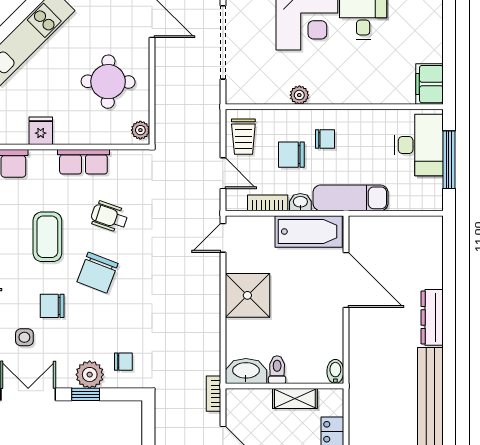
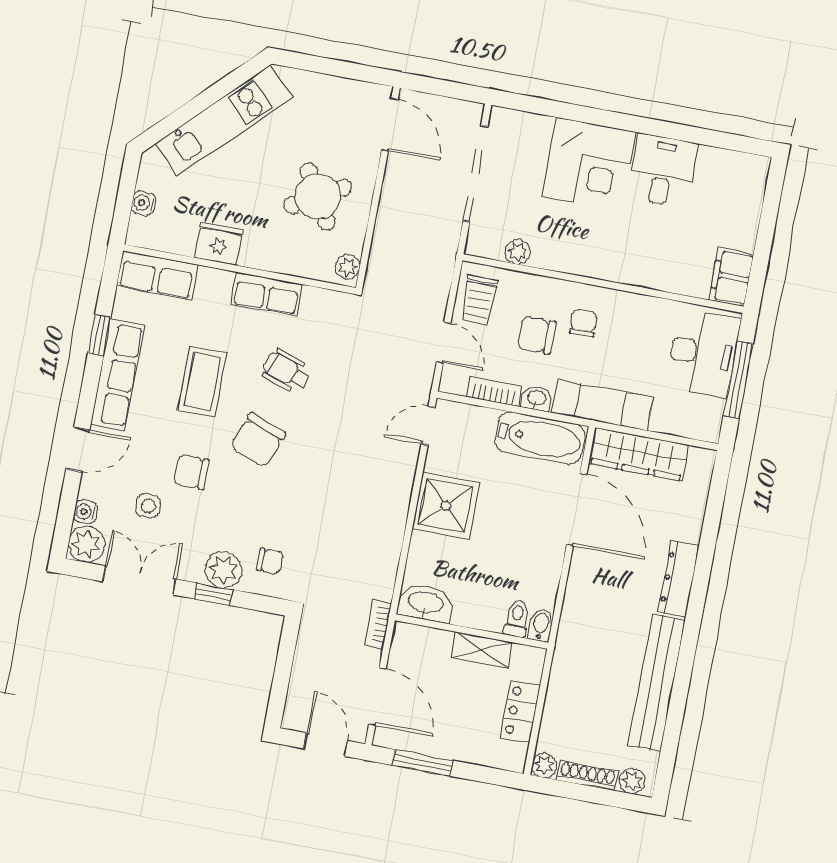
round table: (108, 82) -> (318, 197), turned -31
plant: (299, 95) -> (518, 252), moved
fridge: (41, 131) -> (219, 244), width x1.38
chair: (325, 139) -> (584, 323), turned -90
wardrobe: (385, 230) -> (639, 454), added
toilet: (277, 370) -> (517, 618), moved

